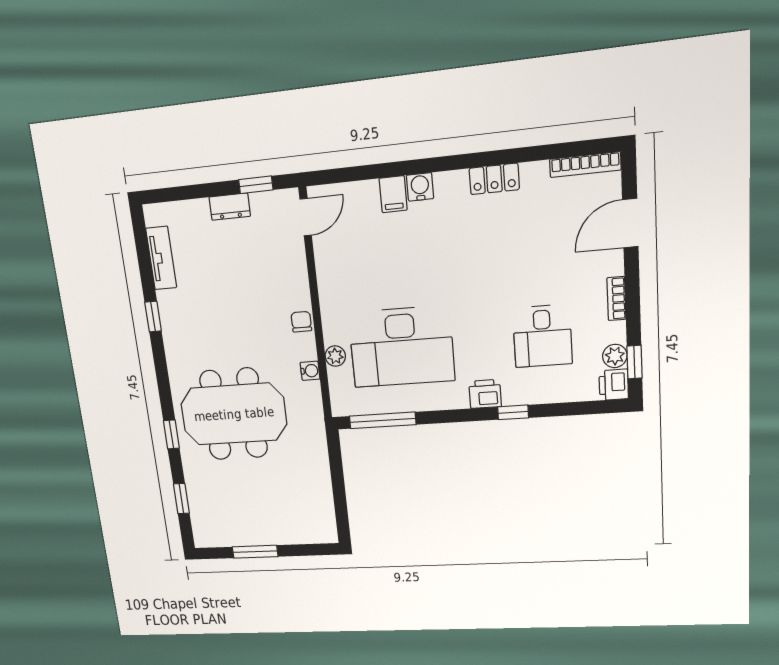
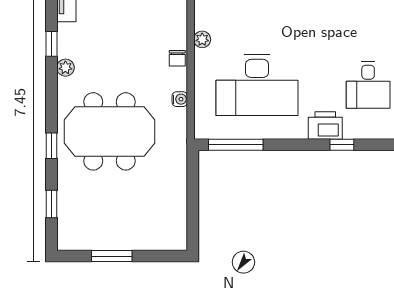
chair: (301, 322) -> (177, 58), turned 180
plant: (173, 343) -> (65, 68), added
plant: (335, 356) -> (202, 39), moved
printer: (485, 394) -> (325, 125), width x1.36, depth x1.24

